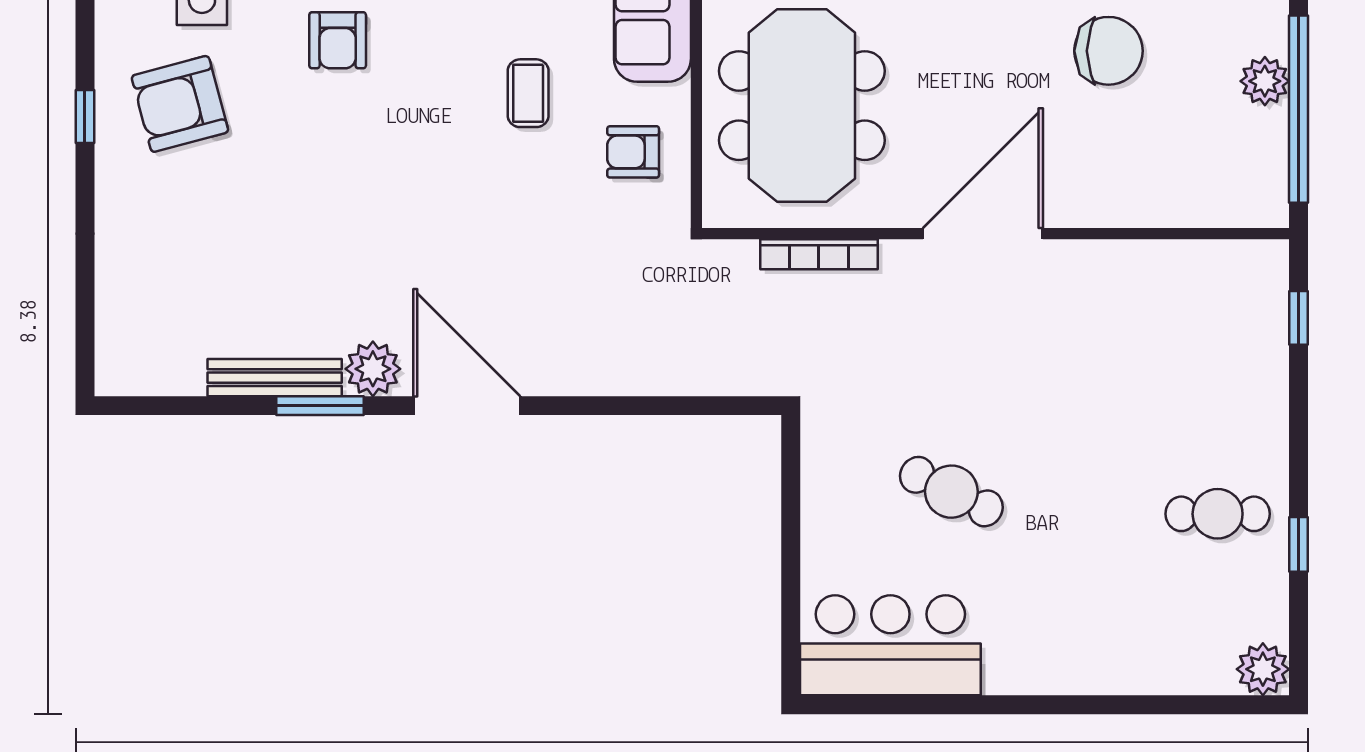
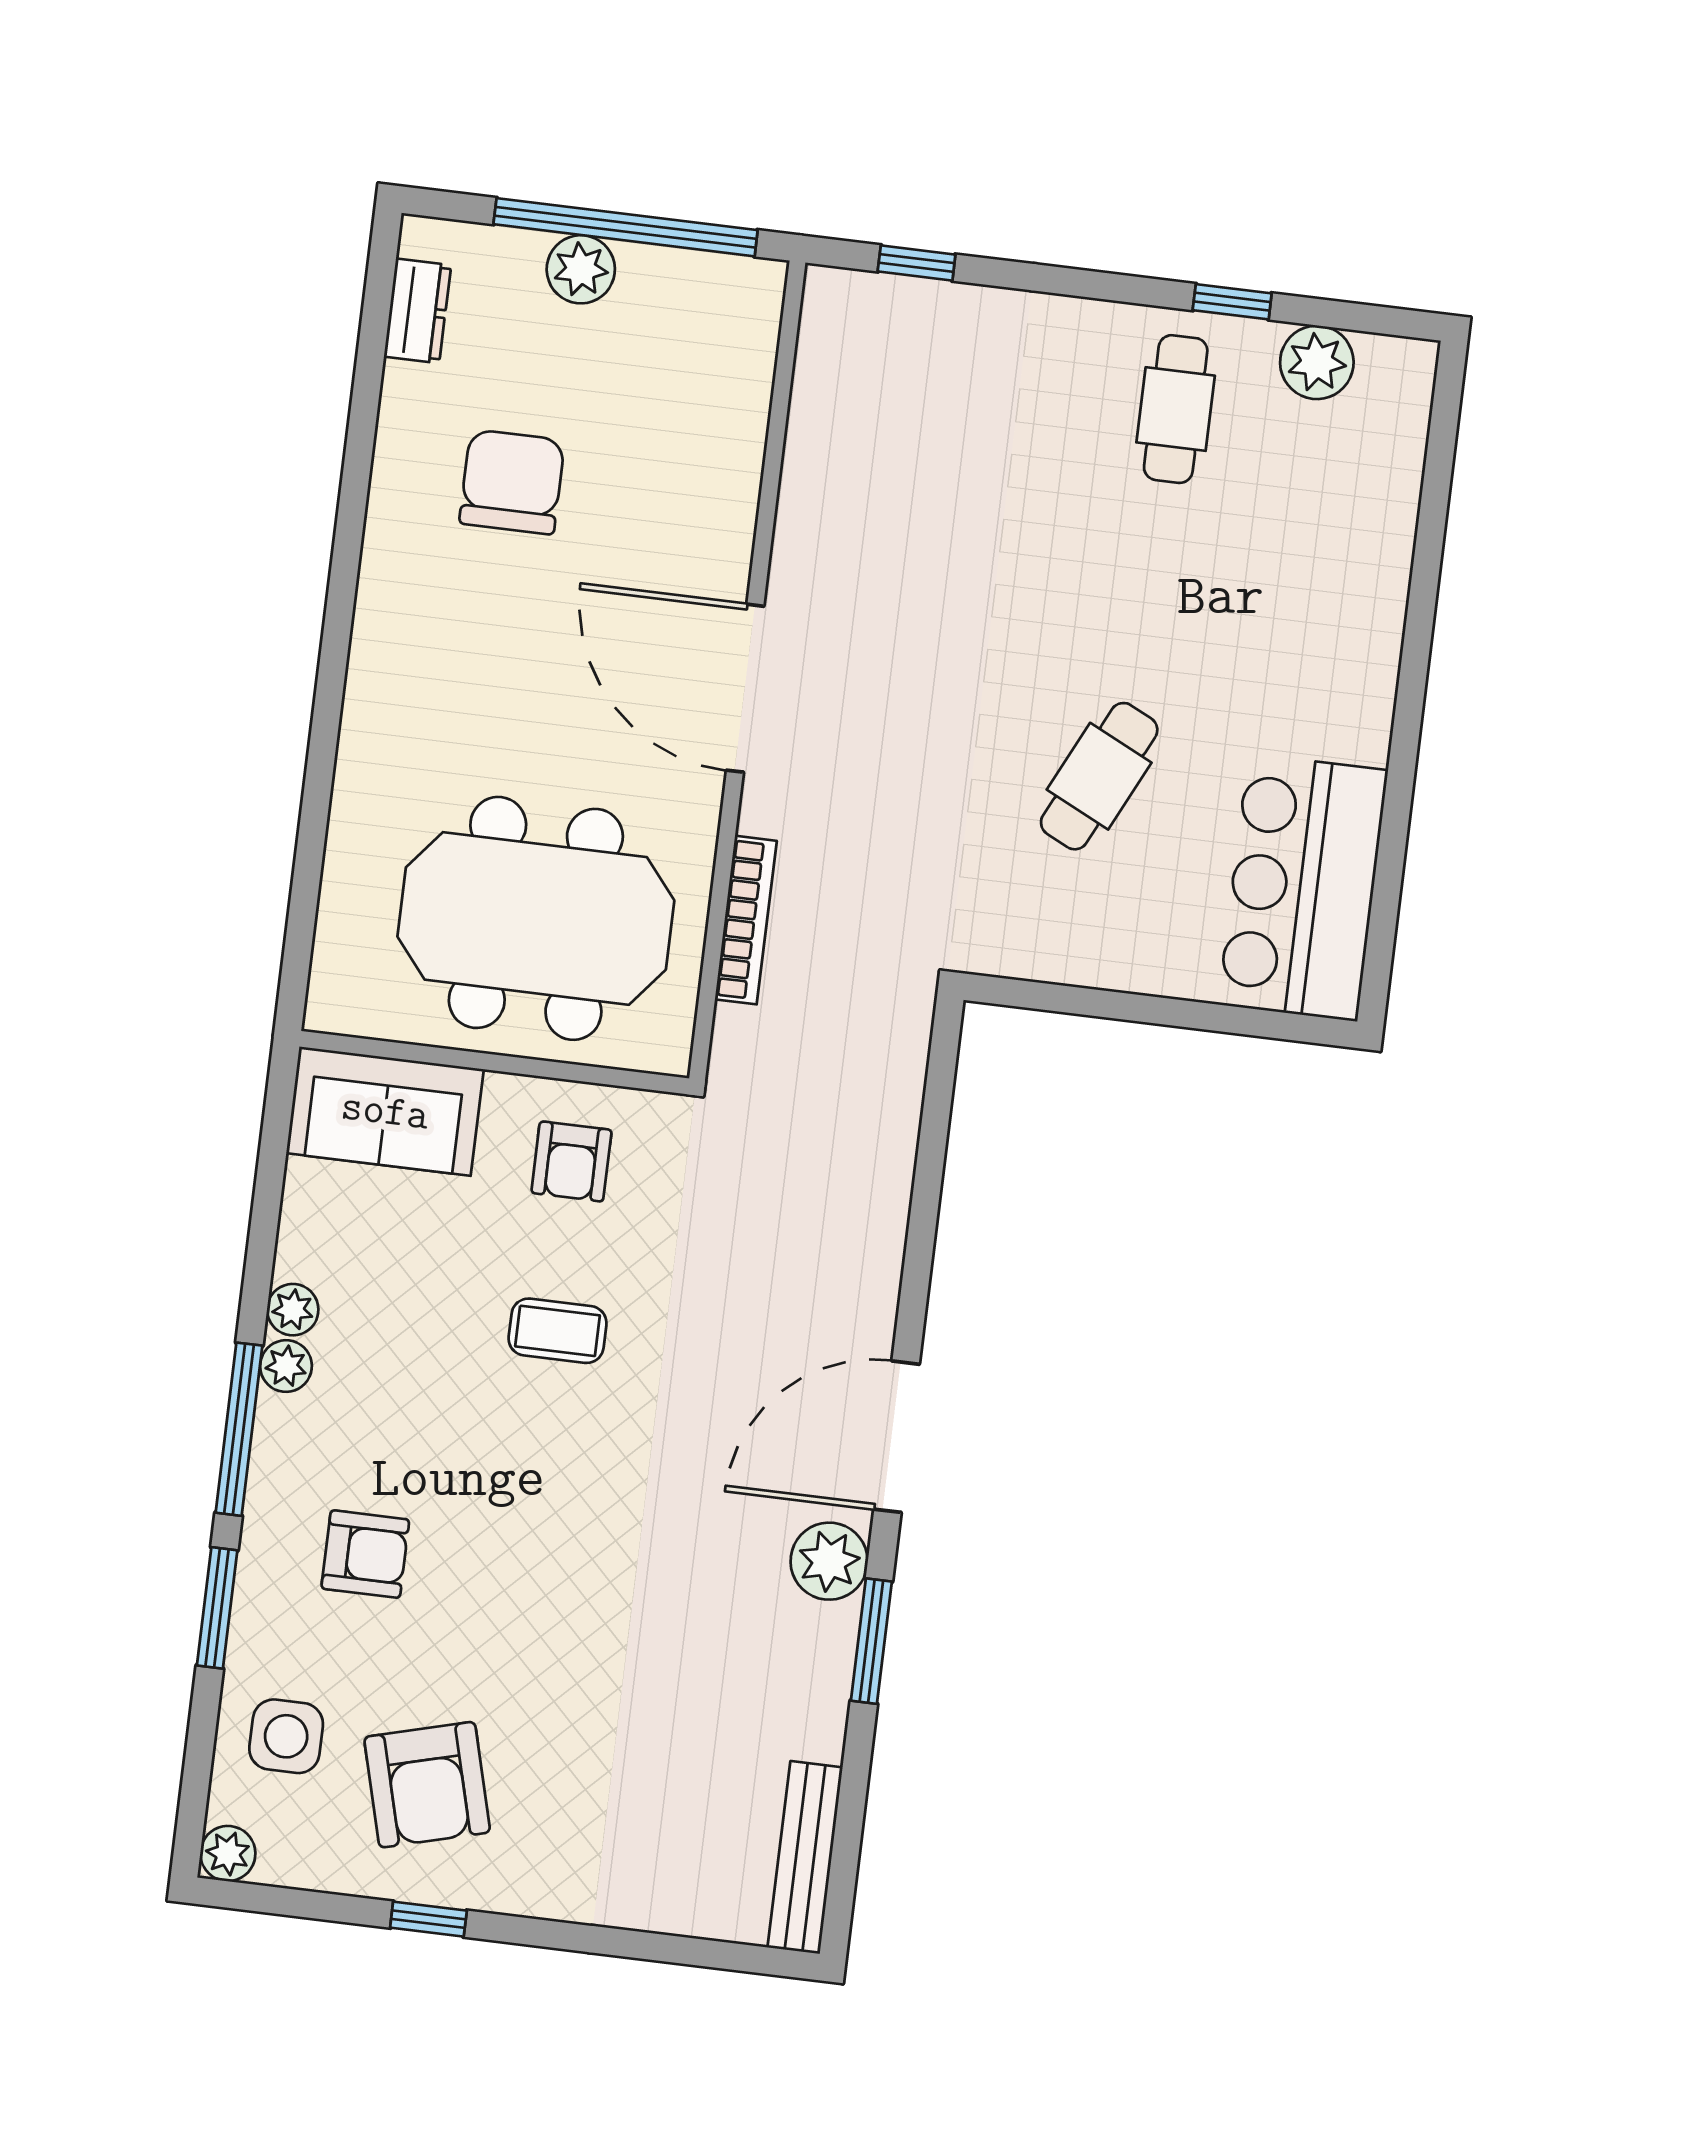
coffee table: (528, 93) -> (558, 1331), moved
bench: (275, 378) -> (805, 1857), moved
plant: (1263, 669) -> (1317, 362), moved

